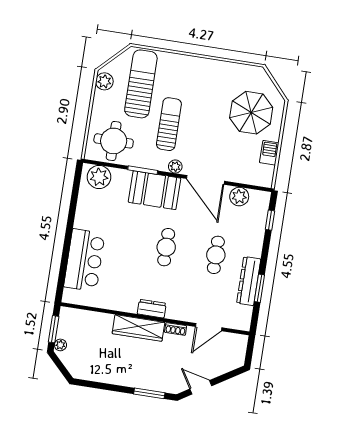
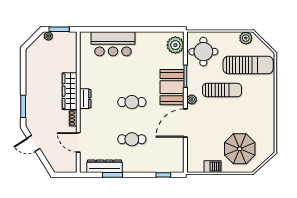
plant: (239, 197) -> (177, 150), removed
dresser: (249, 281) -> (105, 166), moved
door: (201, 387) -> (33, 143), swing flipped

